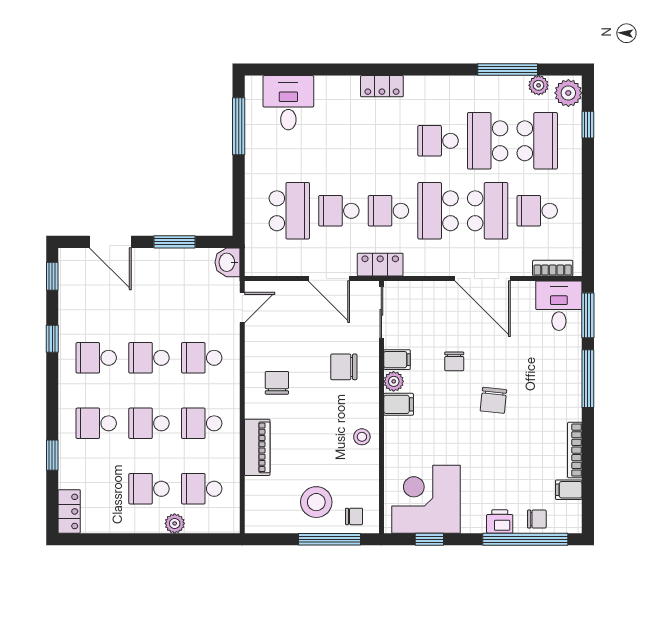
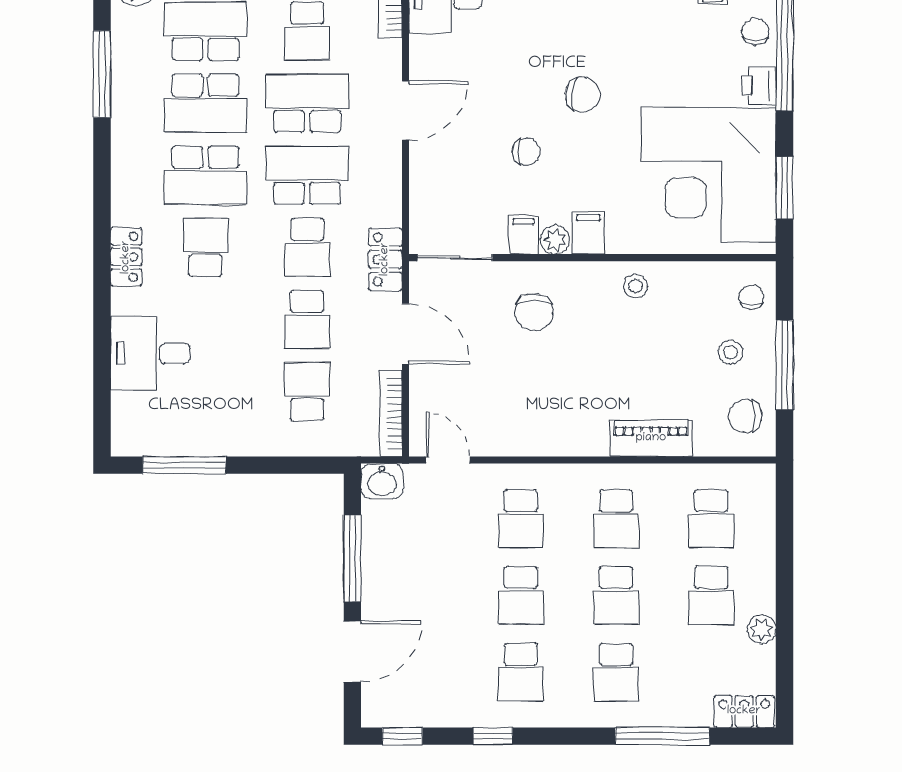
plant: (539, 85) -> (125, 29), removed
desk: (288, 103) -> (150, 353), moved
school desk: (388, 141) -> (205, 247), added
school desk: (438, 141) -> (205, 175), width x1.85
school desk: (289, 211) -> (307, 391), width x0.54
school desk: (438, 211) -> (307, 175), turned 180
window: (175, 242) -> (352, 558), width x1.44
bookcase: (274, 268) -> (391, 413), added
door: (329, 278) -> (406, 334), hinge flipped
door: (483, 278) -> (406, 111), width x0.73
chair: (277, 383) -> (745, 416), moved
window: (52, 455) -> (662, 736), width x2.17
corner desk: (426, 499) -> (708, 175), width x1.36, depth x1.36
stool: (316, 502) -> (731, 352), width x0.53, depth x0.53
plant: (175, 523) -> (762, 629), moved
window: (329, 539) -> (785, 365), moved
window: (429, 539) -> (785, 188), width x1.50

